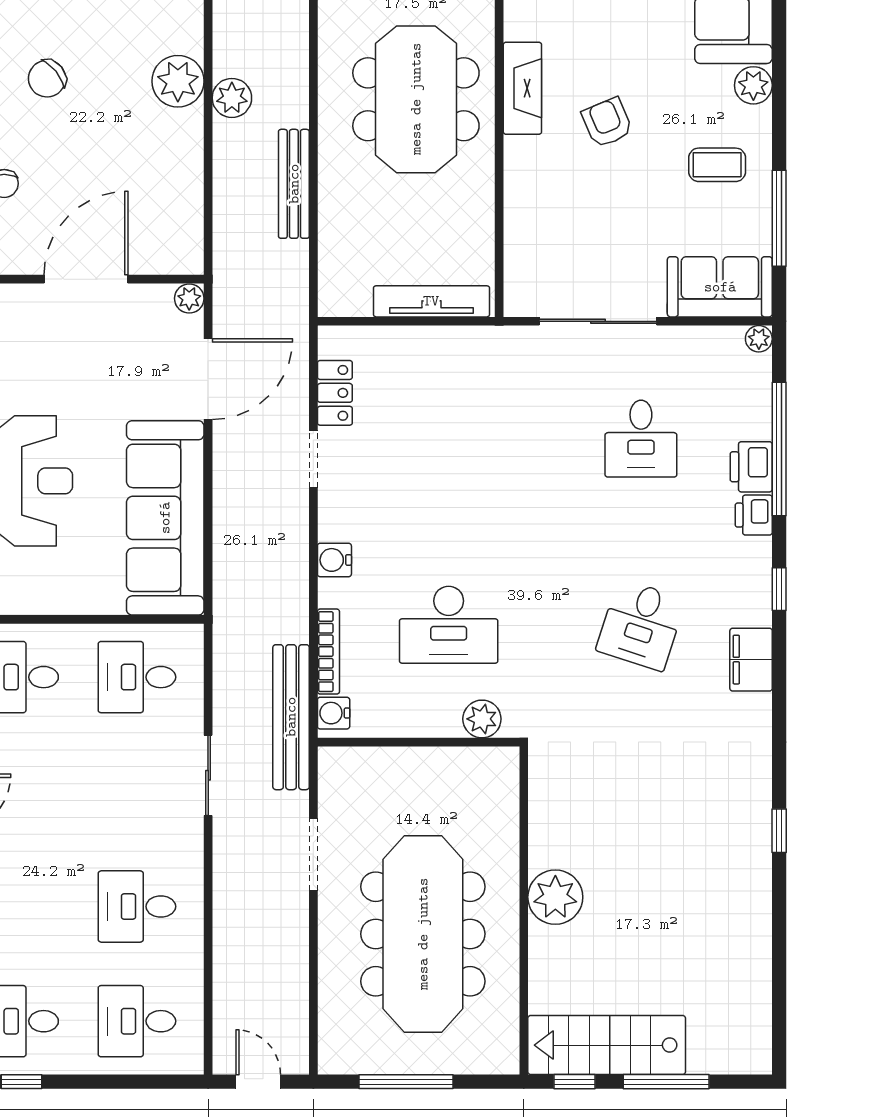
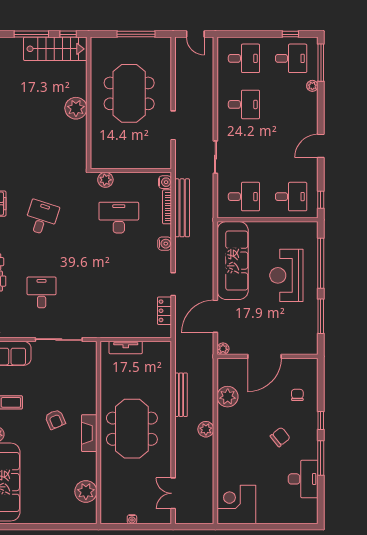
plant: (178, 81) -> (228, 397), moved
tv unit: (431, 301) -> (126, 348), width x0.71
bench: (291, 717) -> (182, 208), moved
meeting table: (423, 934) -> (129, 93), width x0.73

